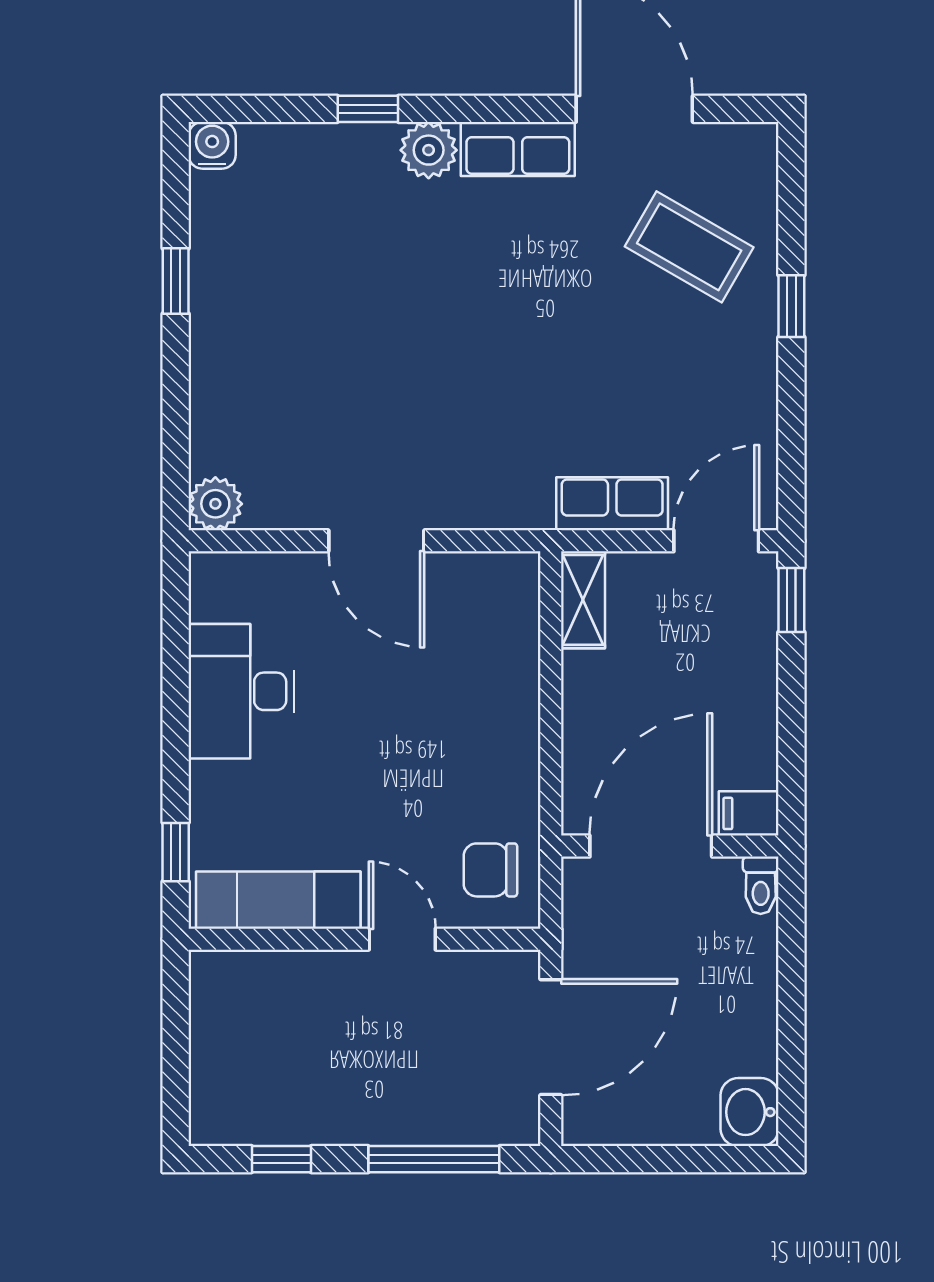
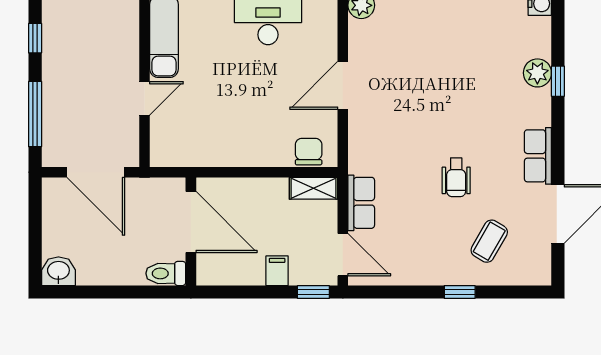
plant: (429, 150) -> (537, 73), moved
coffee table: (689, 247) -> (489, 241), width x0.73, depth x0.77
wheelchair: (561, 313) -> (456, 177), added
filing cabinet: (749, 813) -> (277, 271), moved
chair: (490, 870) -> (309, 152), moved
toilet: (761, 885) -> (166, 273), width x1.37, depth x1.39

